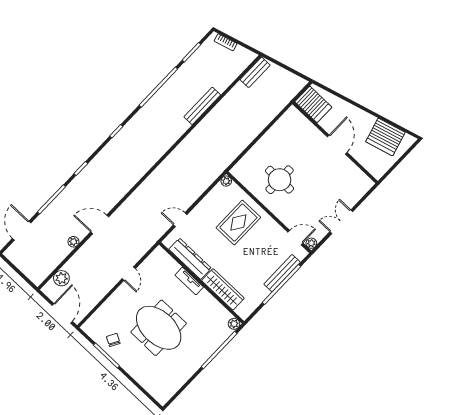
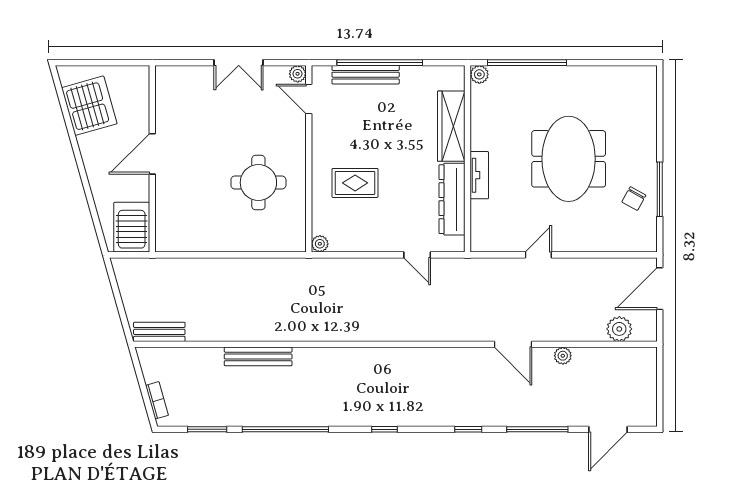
rug: (238, 223) -> (355, 183), width x0.73, depth x0.70

